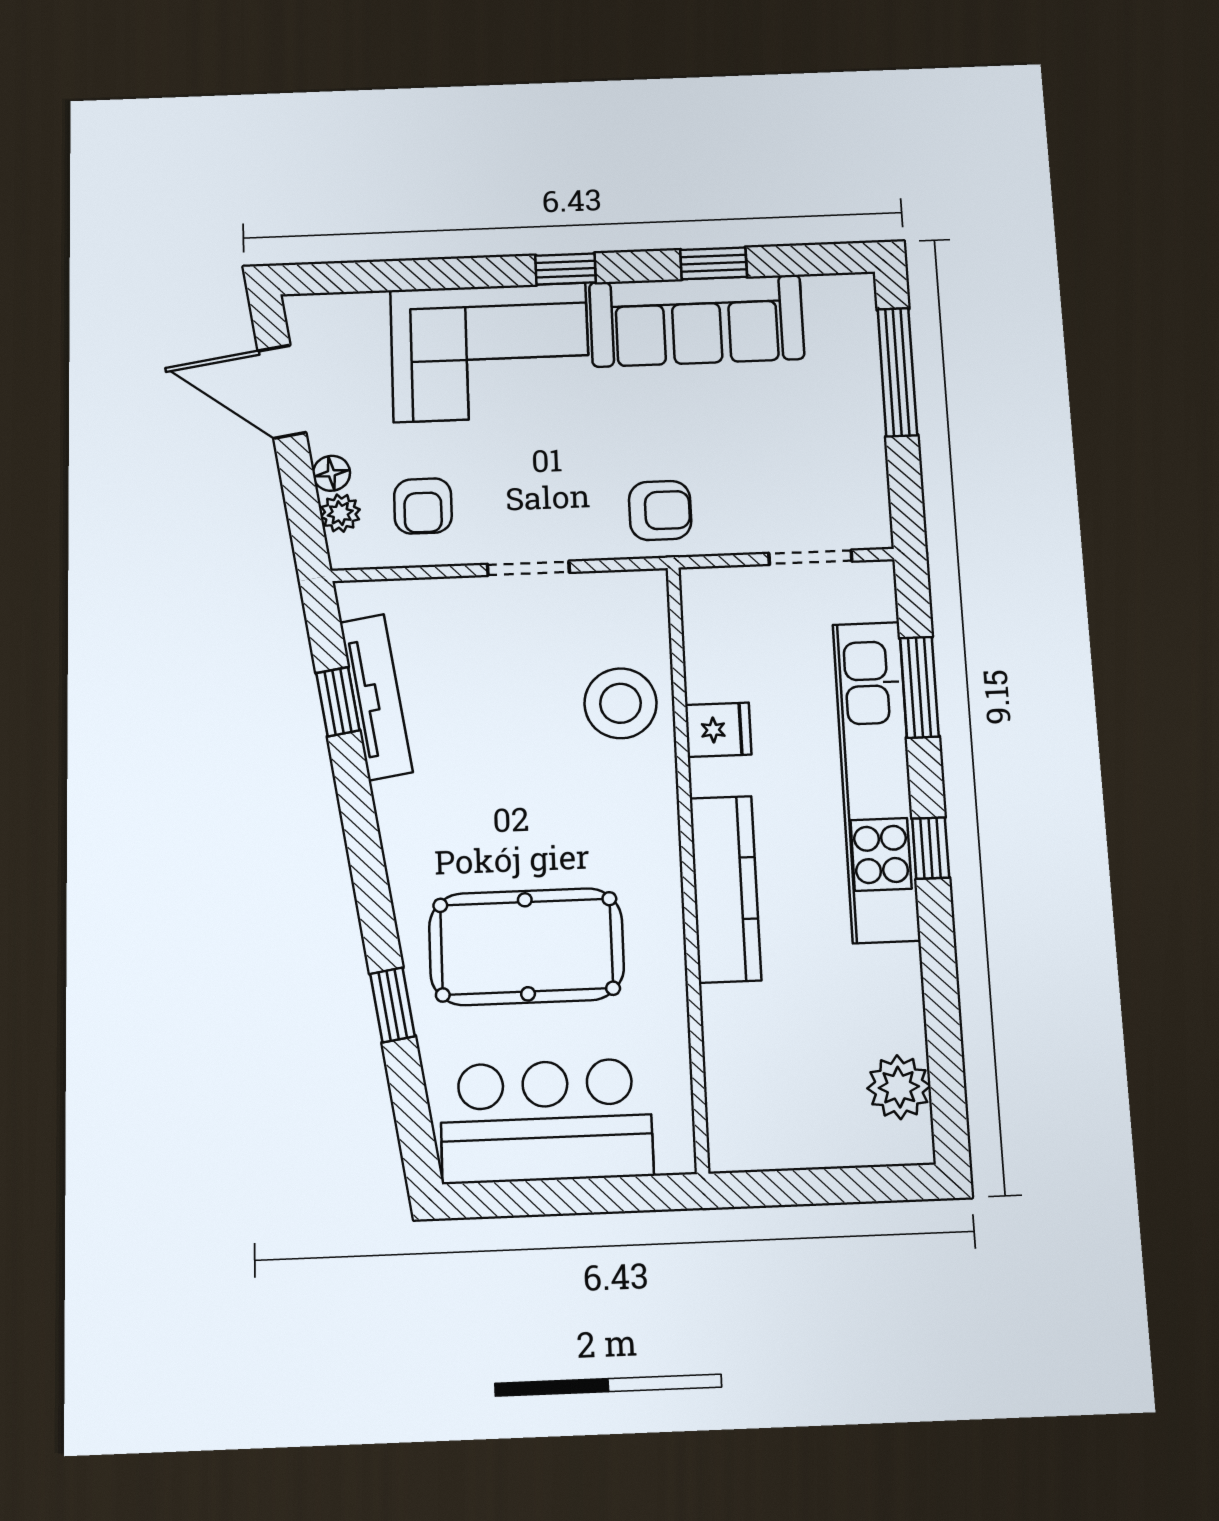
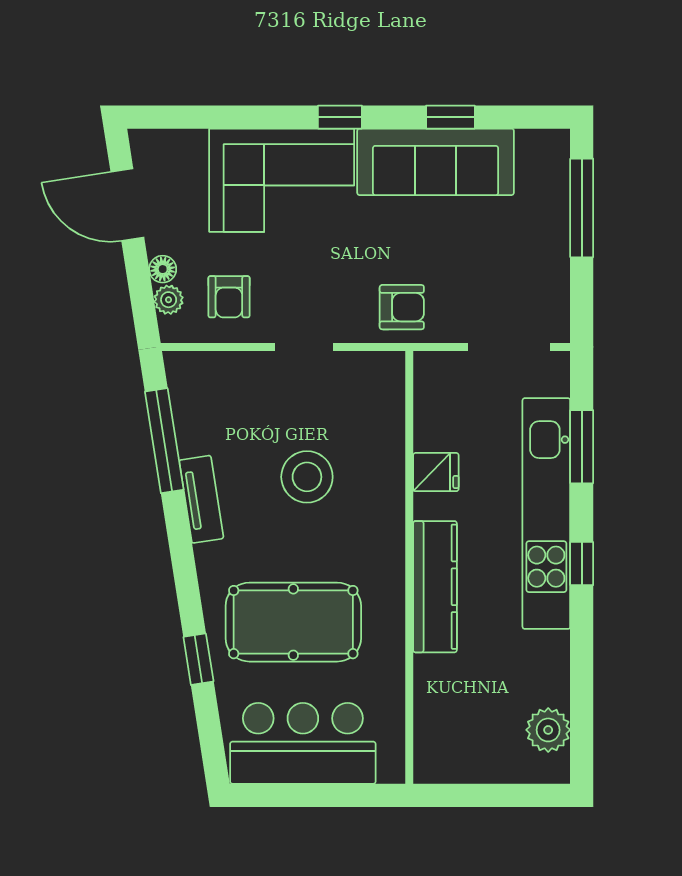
doorway: (810, 557) -> (509, 347), width x1.38
tv unit: (376, 697) -> (201, 499), moved, width x0.71
window: (338, 702) -> (164, 441), width x2.17
stool: (620, 703) -> (307, 477), moved

